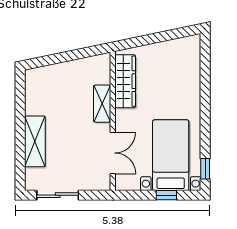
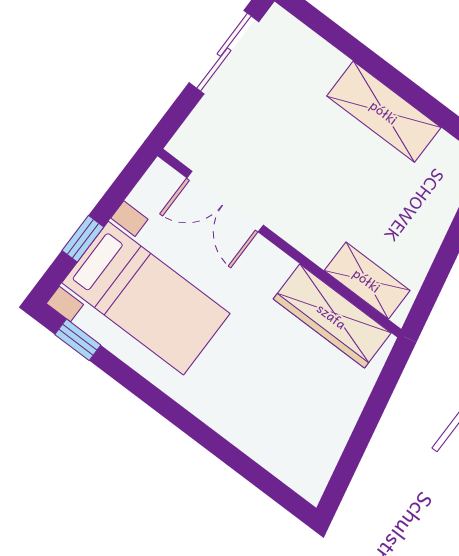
shelving: (102, 104) -> (367, 280), moved
shelving: (35, 141) -> (384, 112), moved

